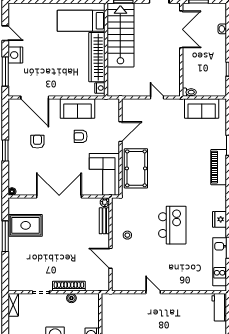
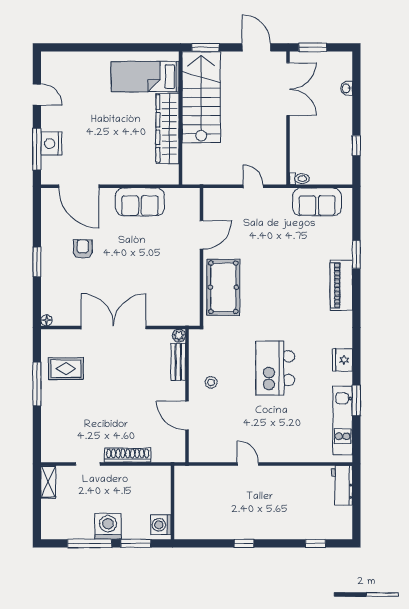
nightstand: (15, 55) -> (51, 144), moved
nightstand: (100, 88) -> (172, 173), removed
armchair: (81, 136) -> (144, 242), removed
corner sofa: (104, 174) -> (178, 296), removed
rug: (26, 225) -> (66, 369), width x0.73, depth x0.70
kitchen island: (172, 225) -> (275, 368), turned 180
boiler: (71, 298) -> (131, 472), removed

